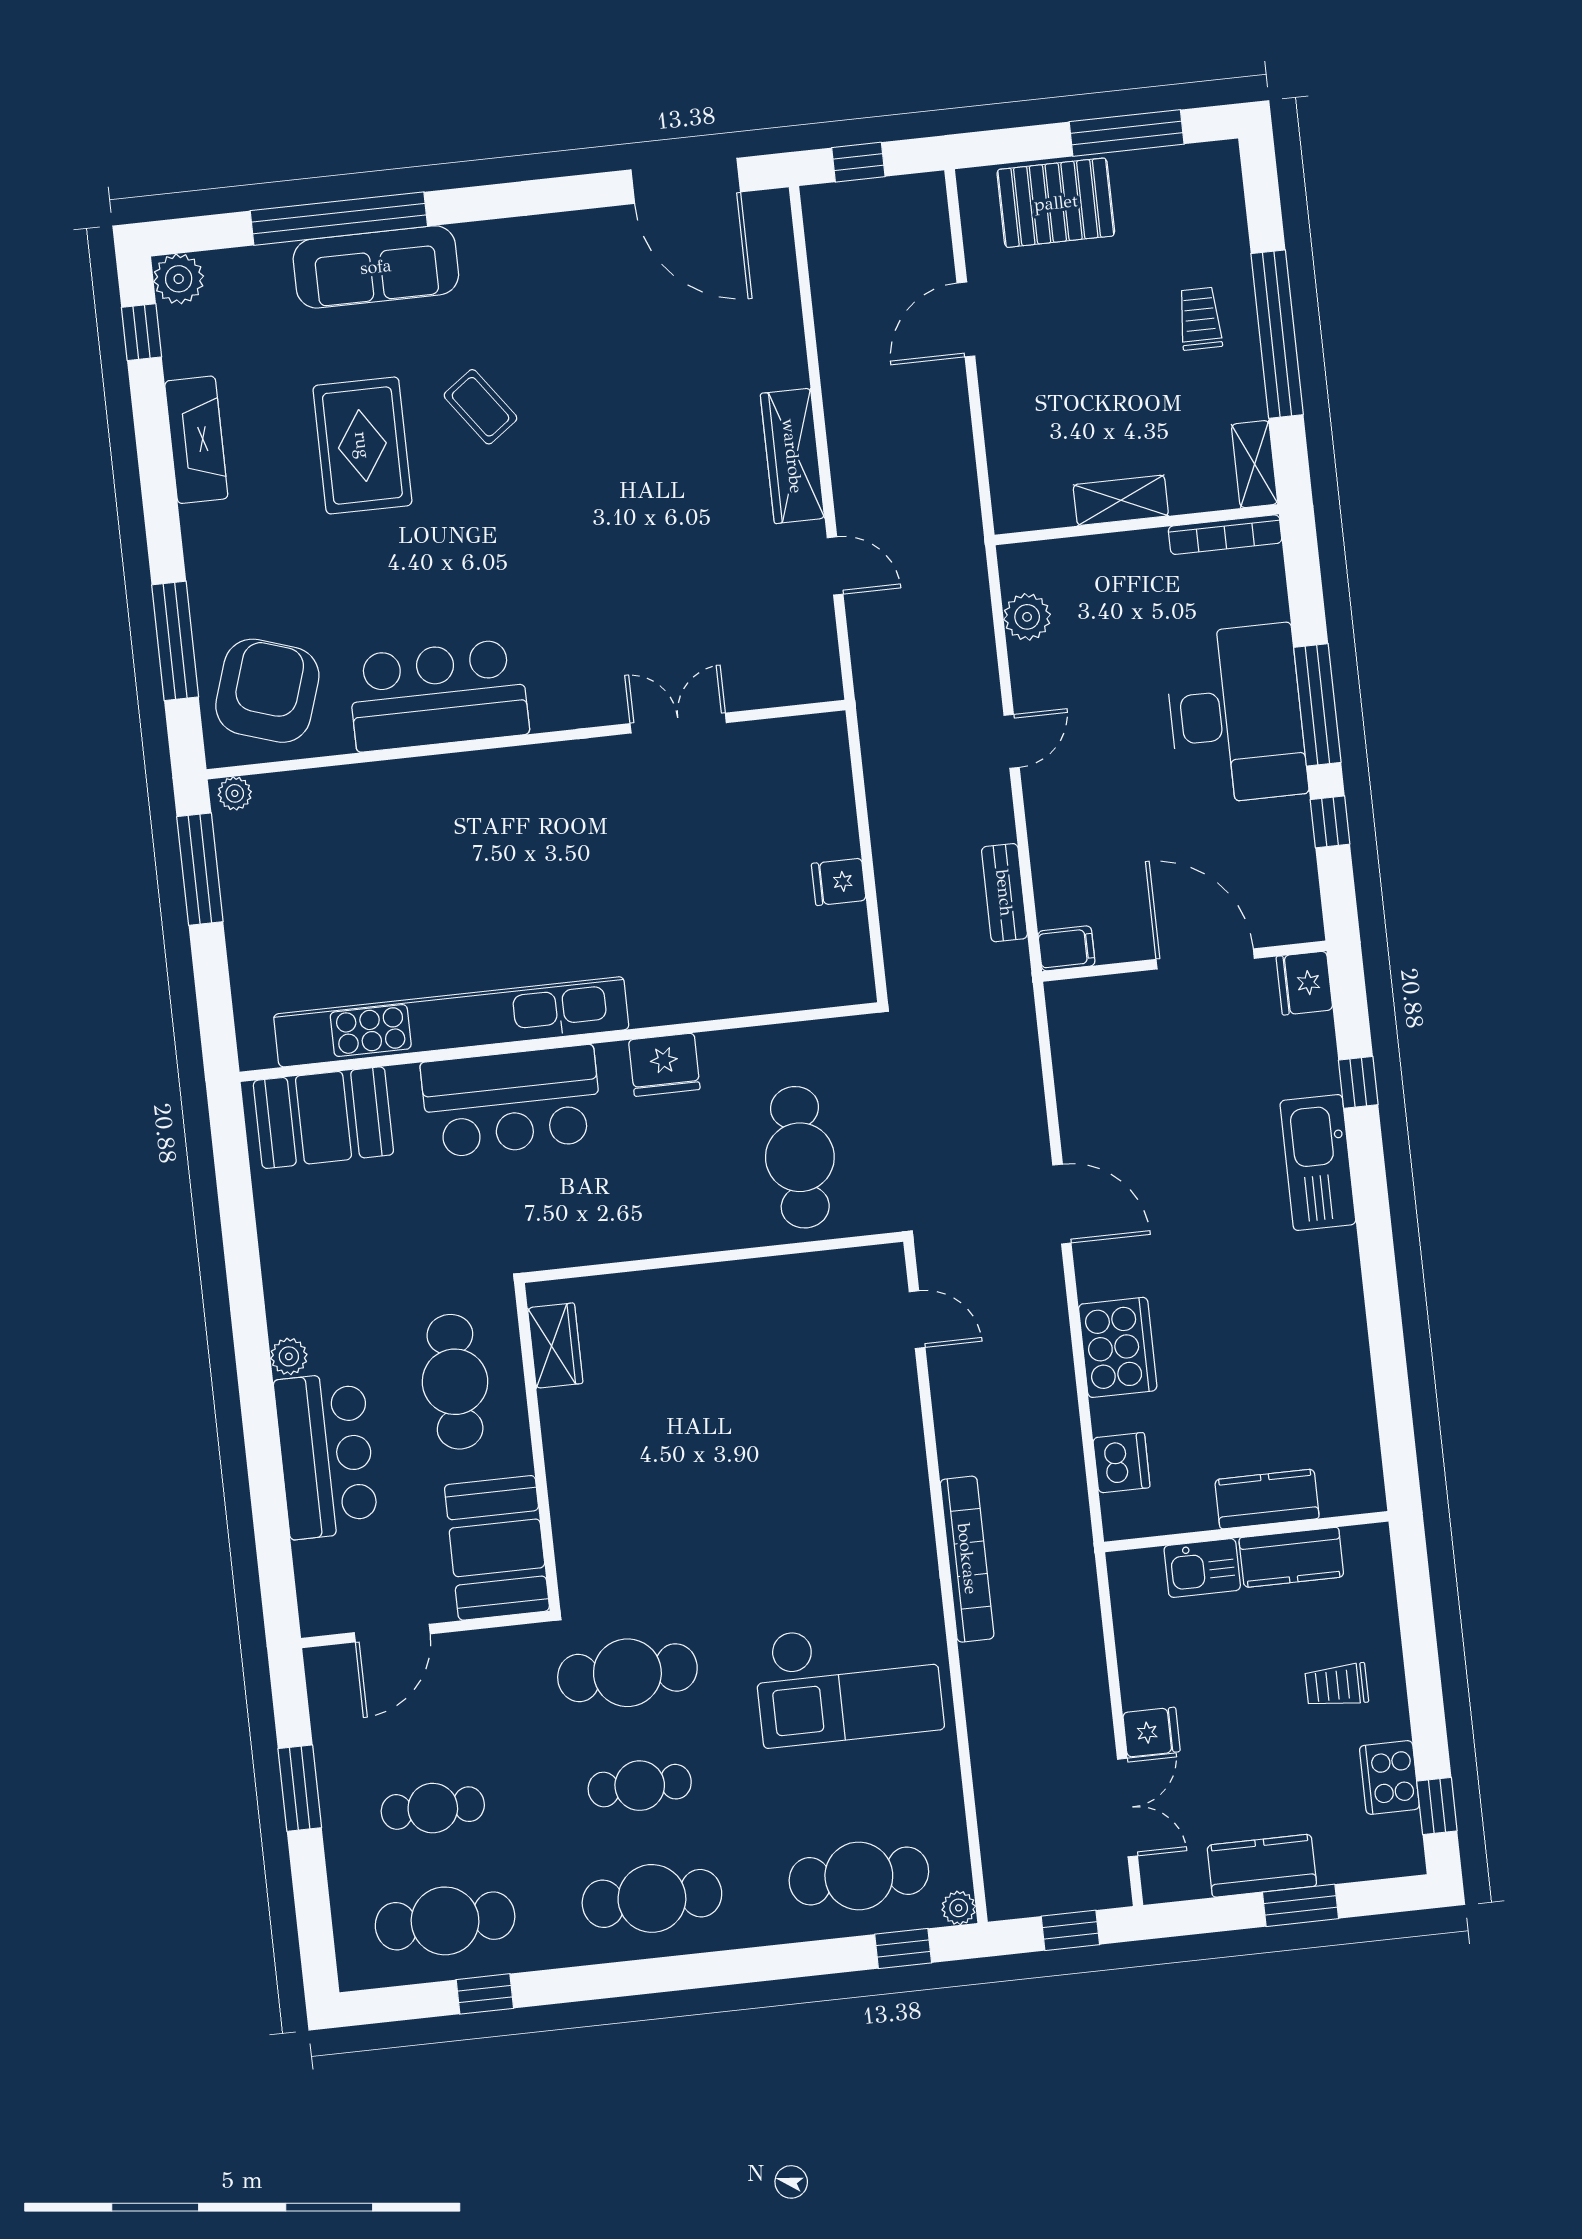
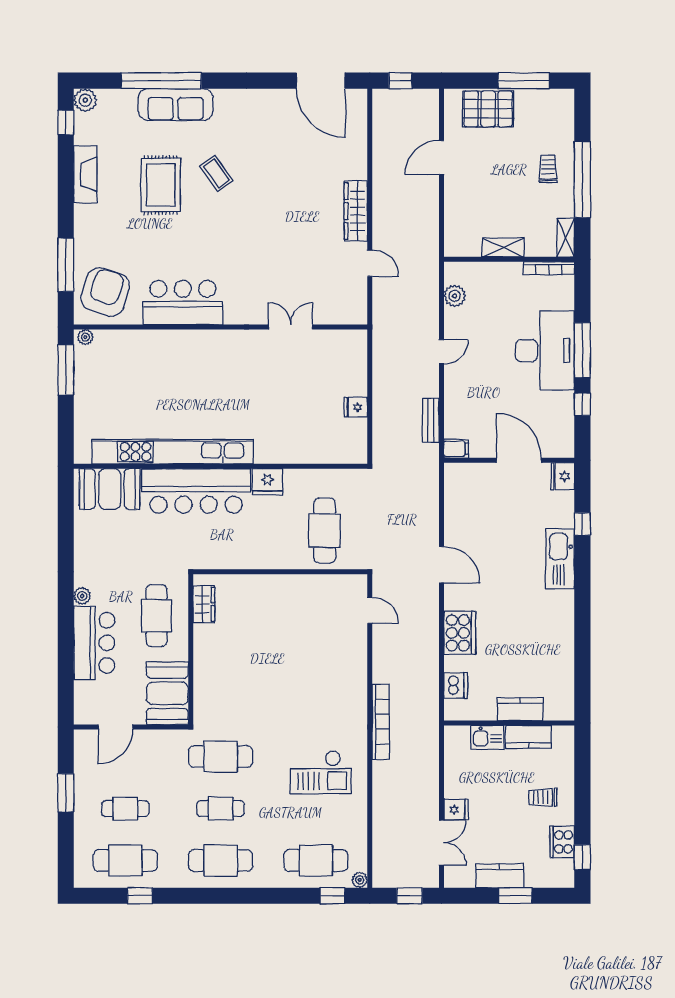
bar counter: (512, 1101) -> (196, 491), width x1.36
checkout: (848, 1683) -> (321, 772), width x0.73, depth x0.83

